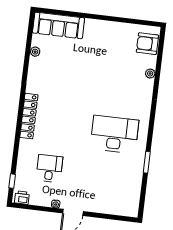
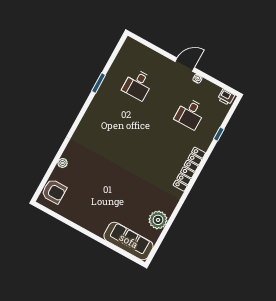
plant: (35, 52) -> (158, 220), width x1.88, depth x1.88
desk: (114, 134) -> (138, 85), moved, width x0.53, depth x0.77
window: (12, 181) -> (219, 134), moved

